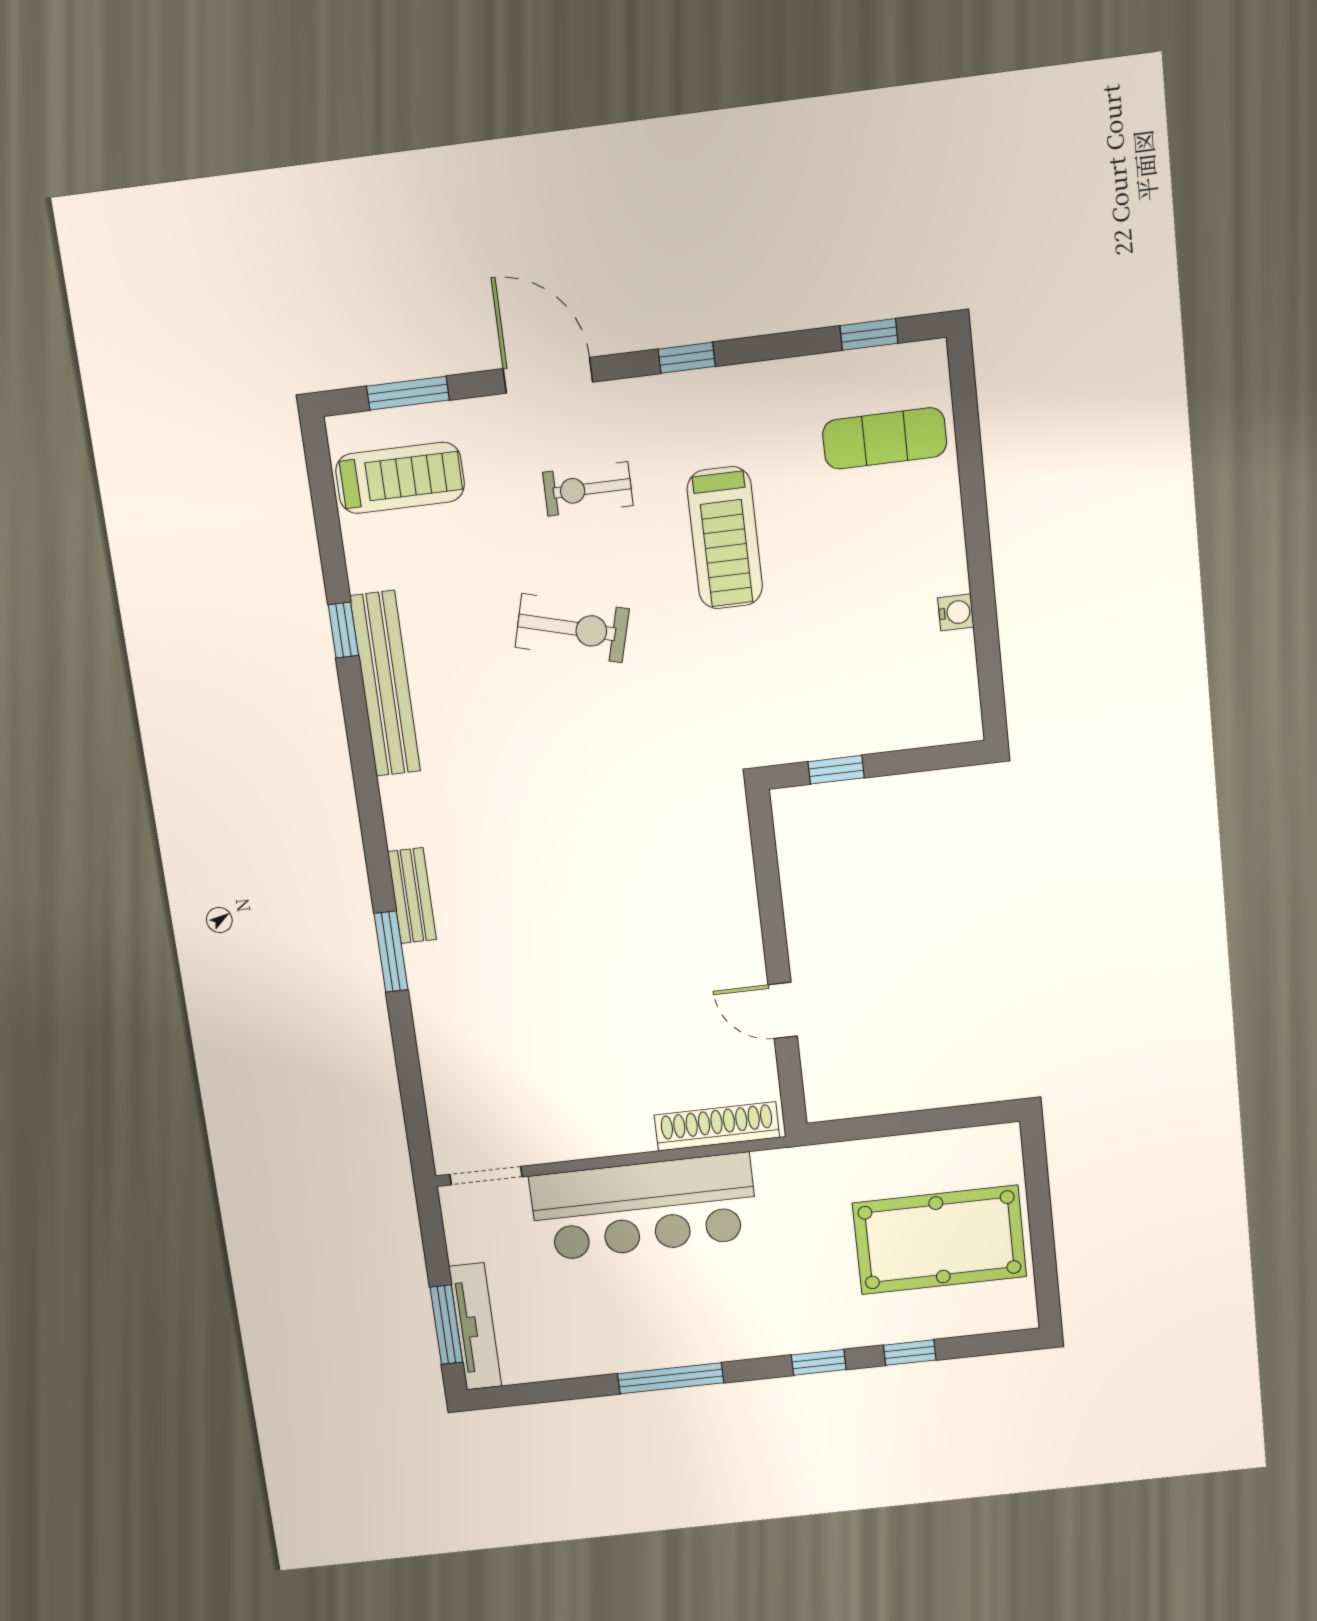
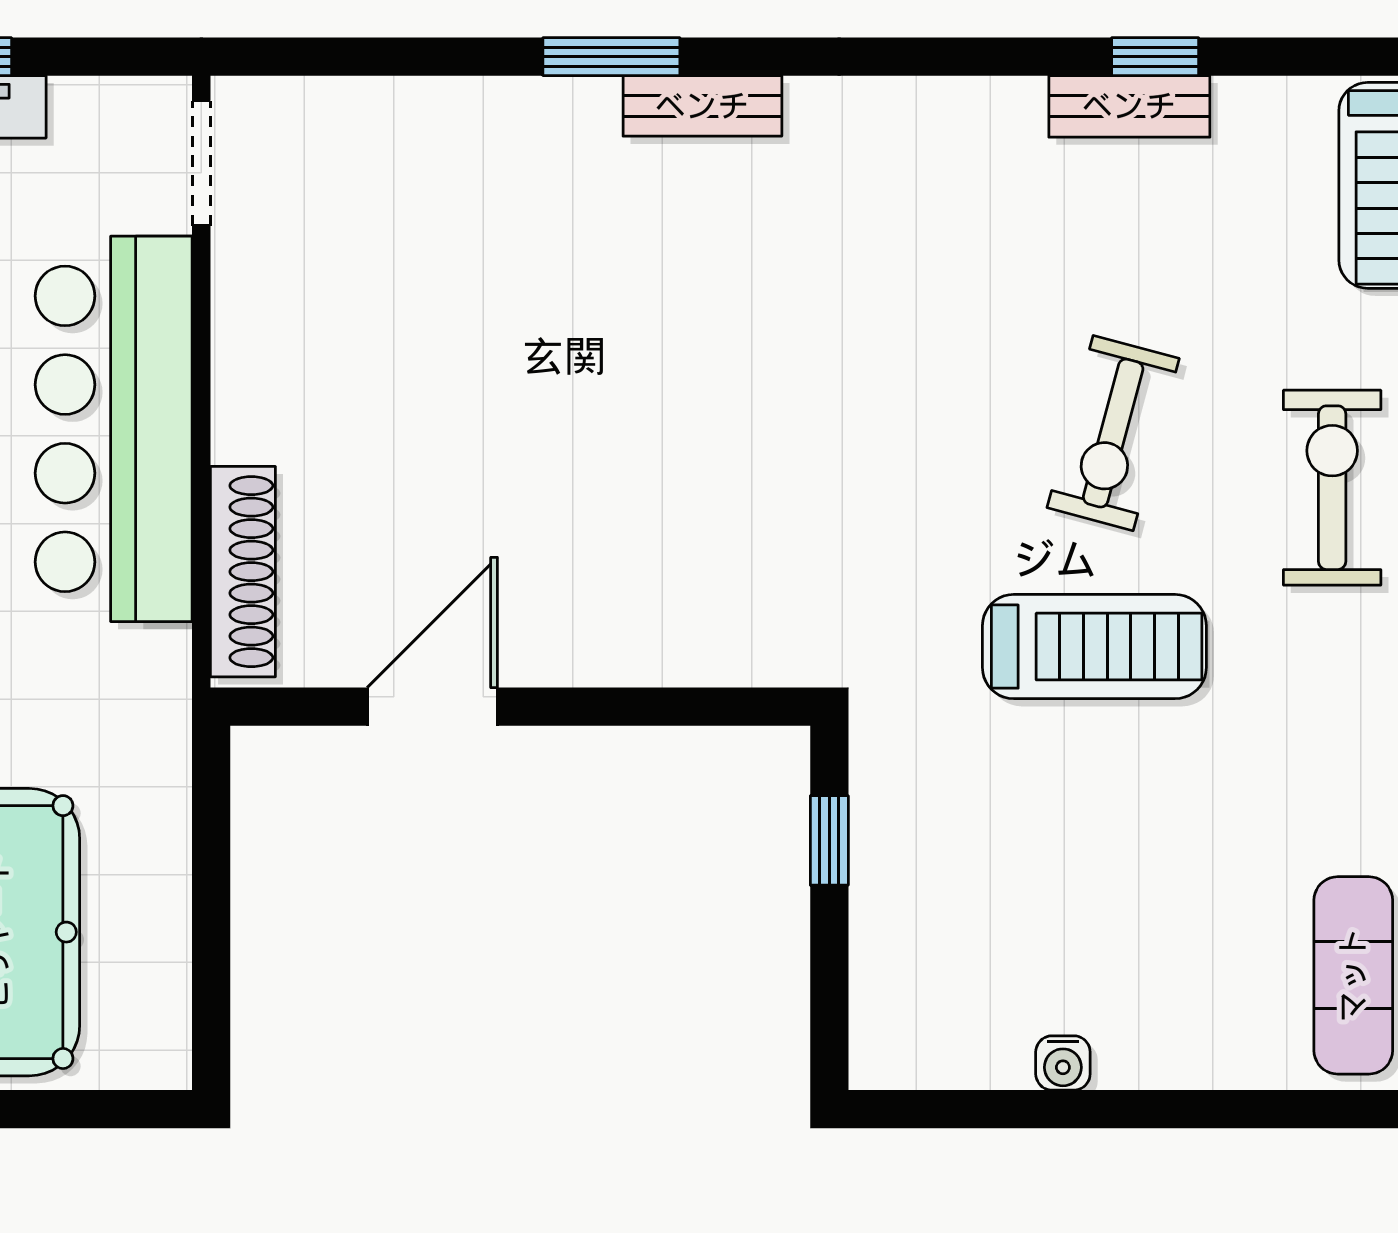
exercise bike: (588, 489) -> (1332, 488), width x1.38, depth x1.39
treadmill: (725, 538) -> (1094, 647), moved, turned 180
bench: (385, 684) -> (1129, 106), width x0.54, depth x0.82
door: (783, 1010) -> (432, 707), width x1.37

